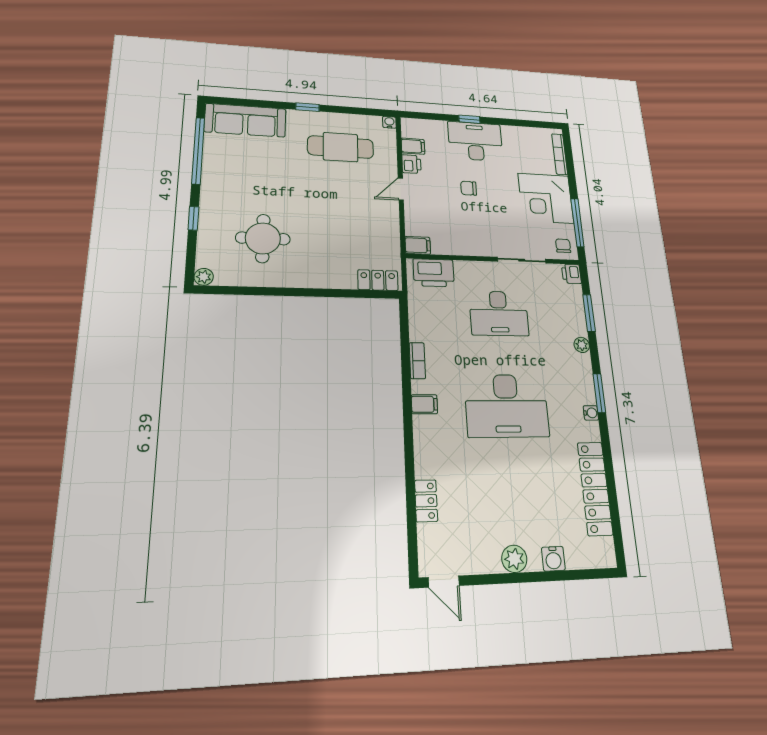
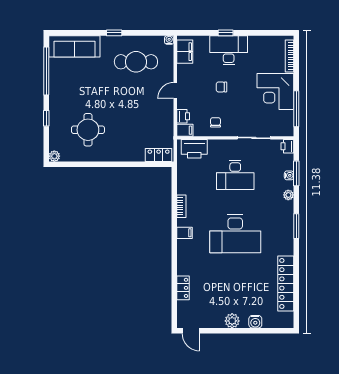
filing cabinet: (413, 146) -> (185, 52), width x2.00
printer: (411, 164) -> (183, 116), moved
chair: (563, 246) -> (216, 122), moved
water cooler: (591, 413) -> (289, 175), moved

